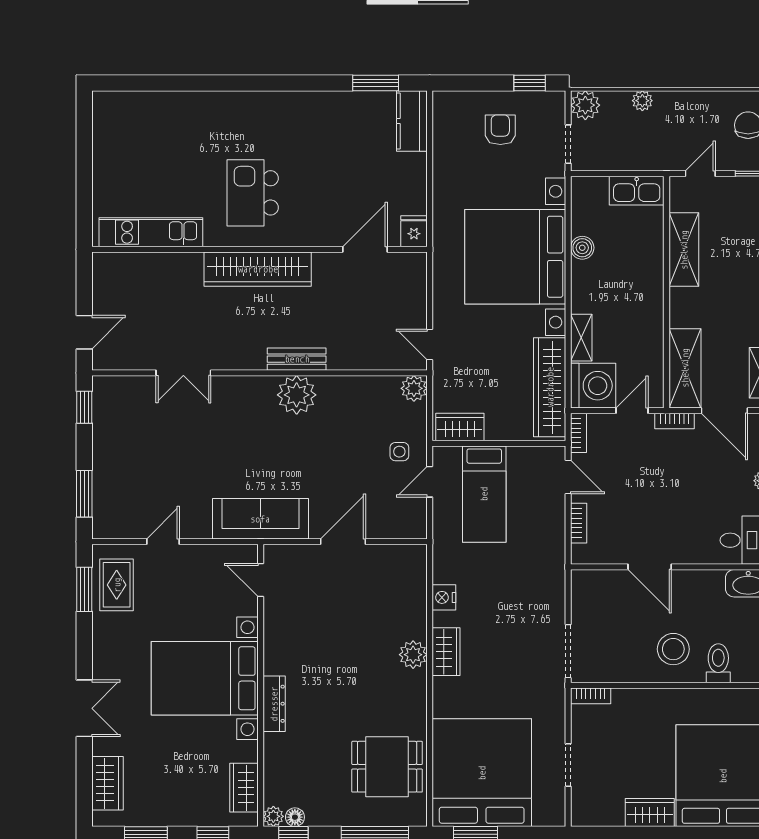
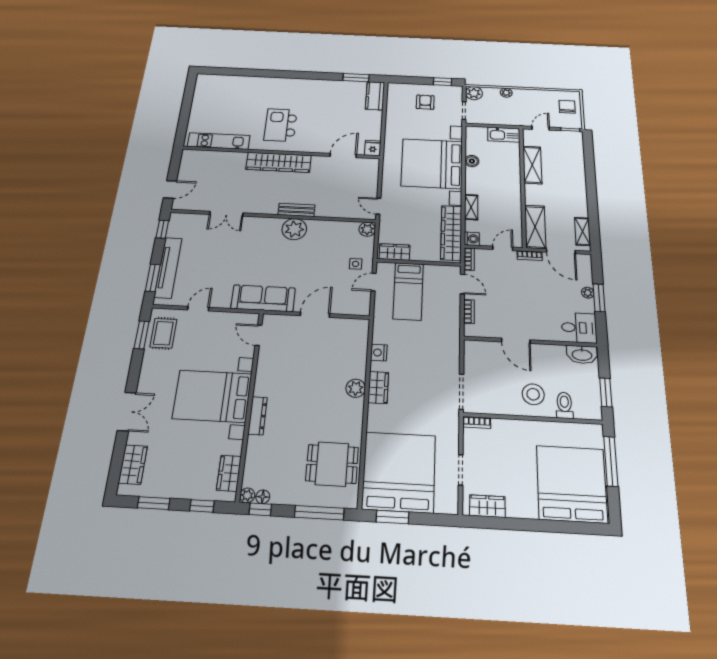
washing machine: (593, 386) -> (472, 239), width x0.53, depth x0.53
tv unit: (105, 475) -> (168, 268), added
wardrobe: (650, 812) -> (487, 506), moved

